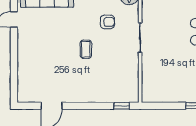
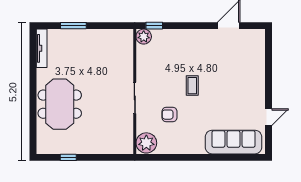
plant: (132, 95) -> (144, 37), added

